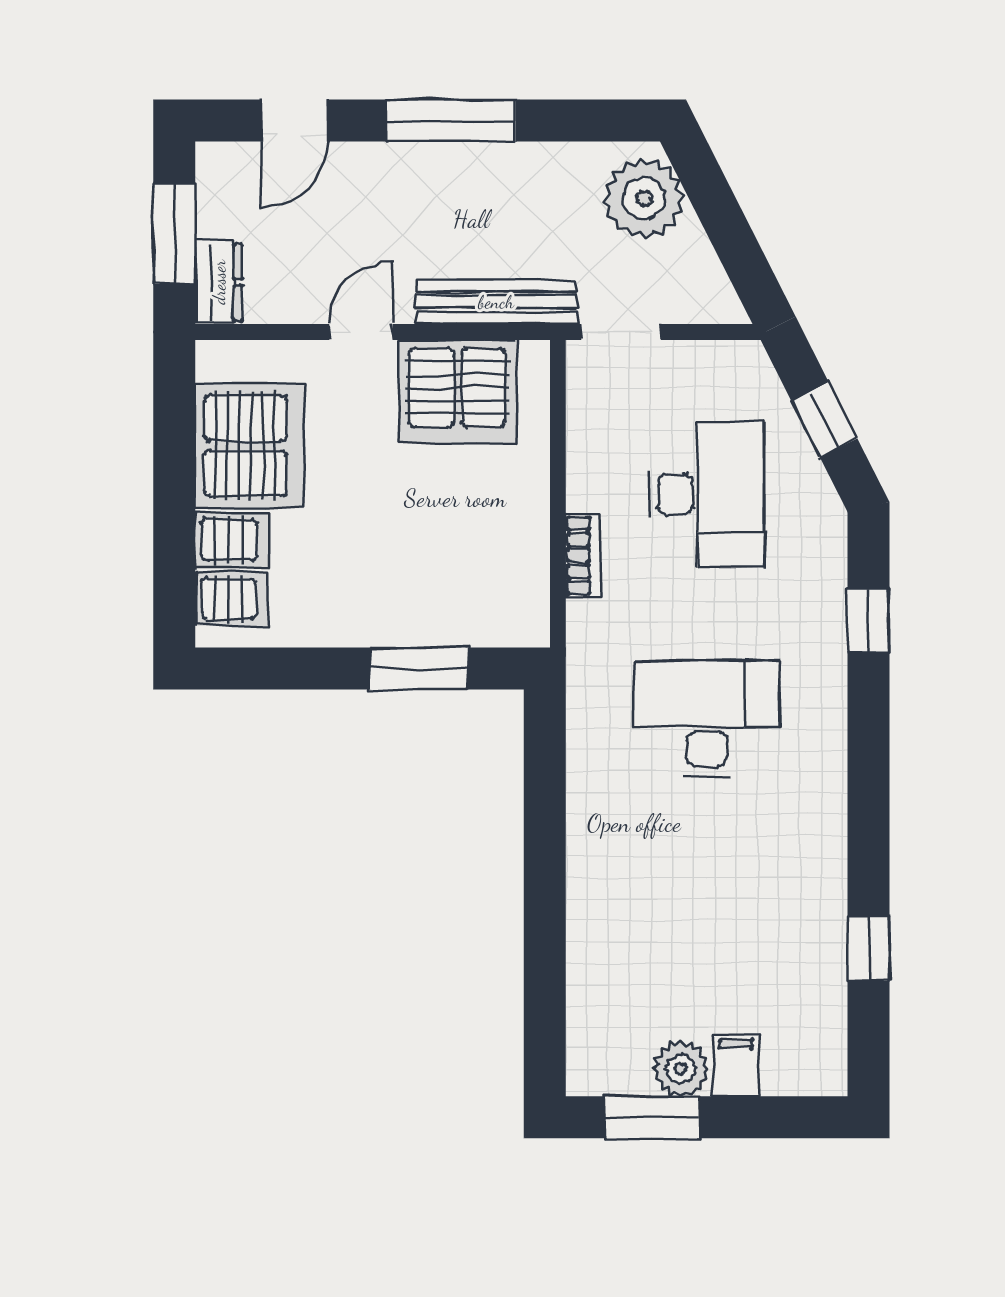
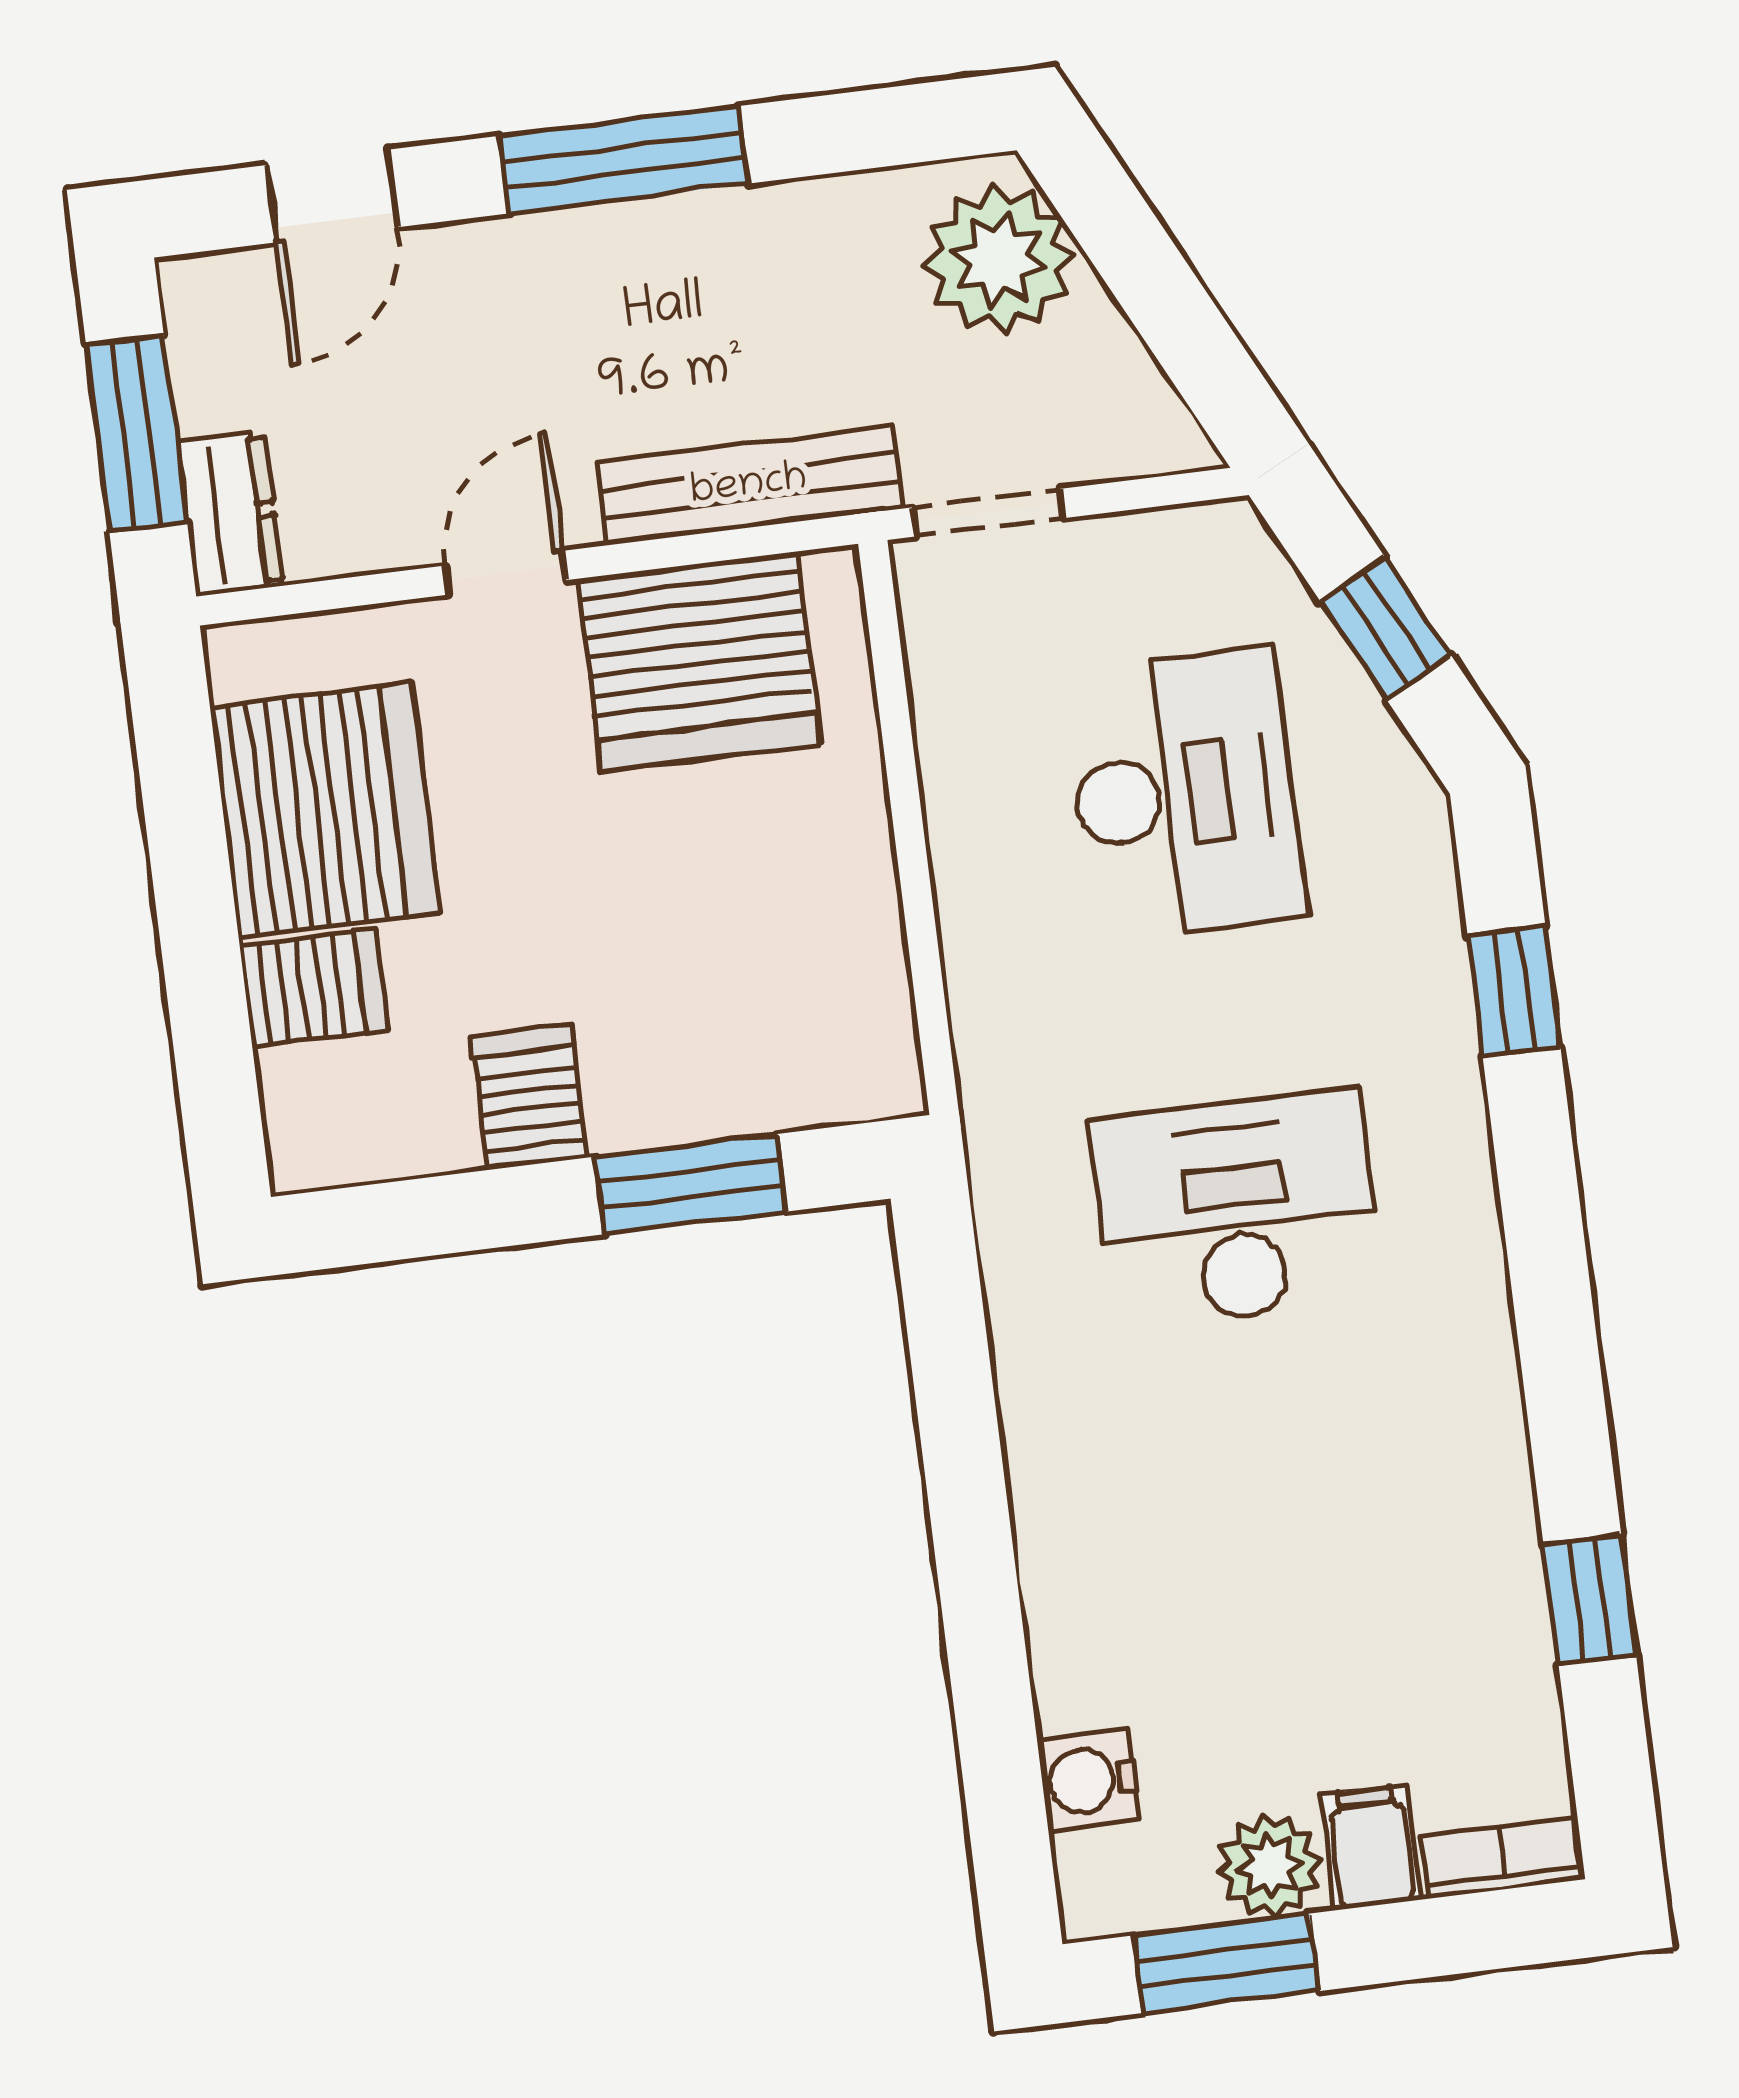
bookcase: (583, 556) -> (1503, 1858), moved, turned -90
server rack: (231, 599) -> (529, 1097), moved, turned -90
water cooler: (591, 1011) -> (1089, 1780), added

